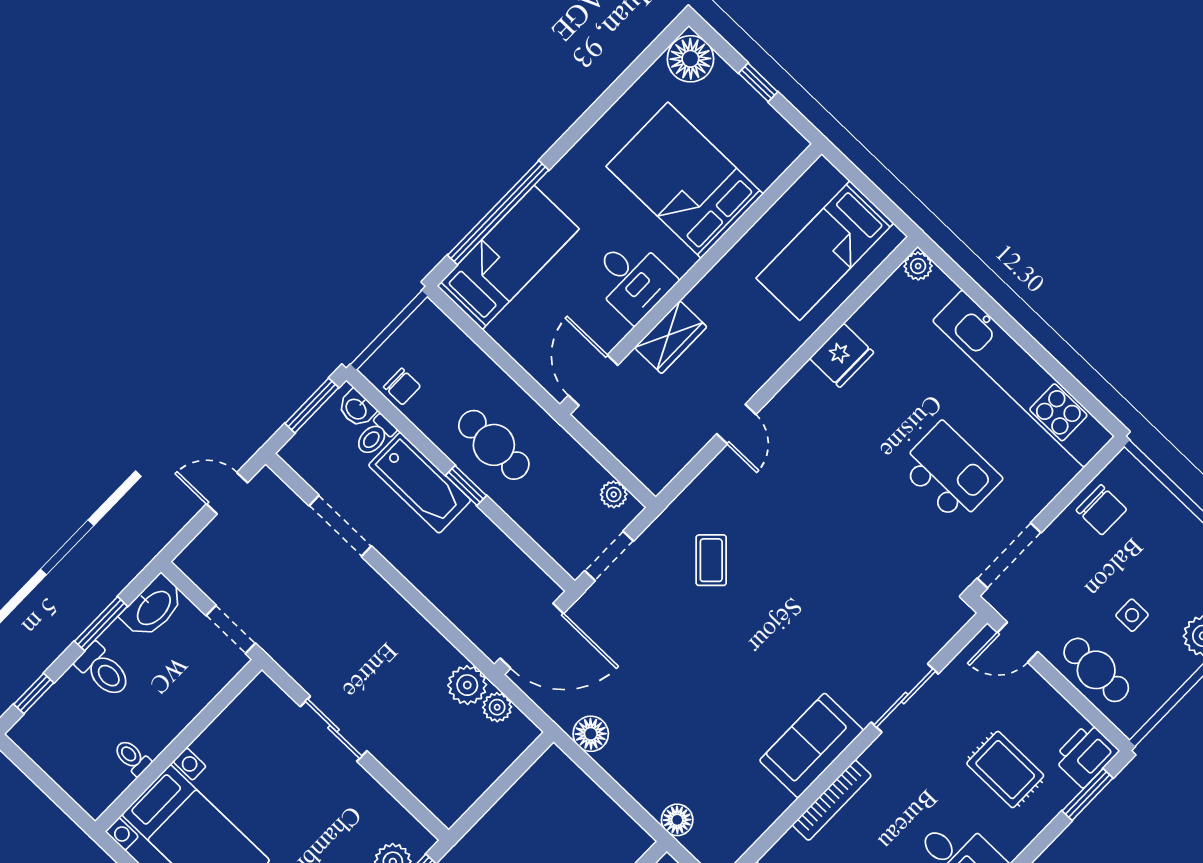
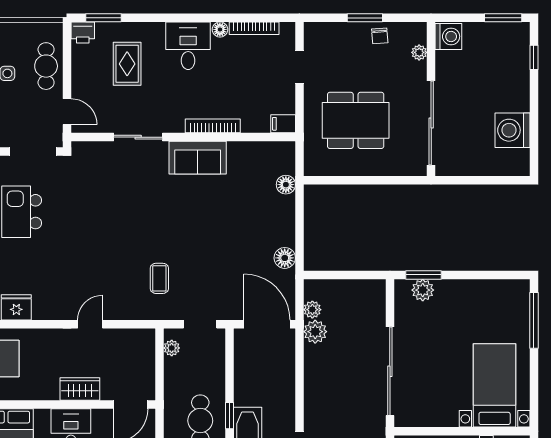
coffee table: (711, 560) -> (159, 278), turned -46
sliding door: (334, 729) -> (390, 371), width x1.86
printer: (1086, 755) -> (83, 33), width x0.73, depth x0.81

